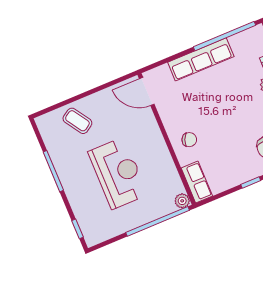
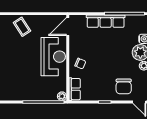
door: (147, 91) -> (68, 27), hinge flipped
reception desk: (118, 173) -> (53, 57), moved

